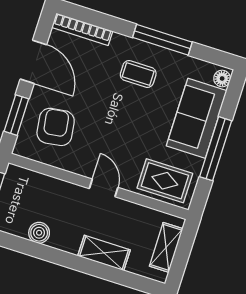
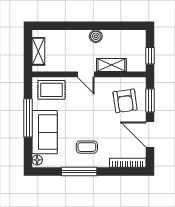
boiler: (39, 233) -> (96, 36), moved
shelving: (104, 253) -> (111, 65), moved

